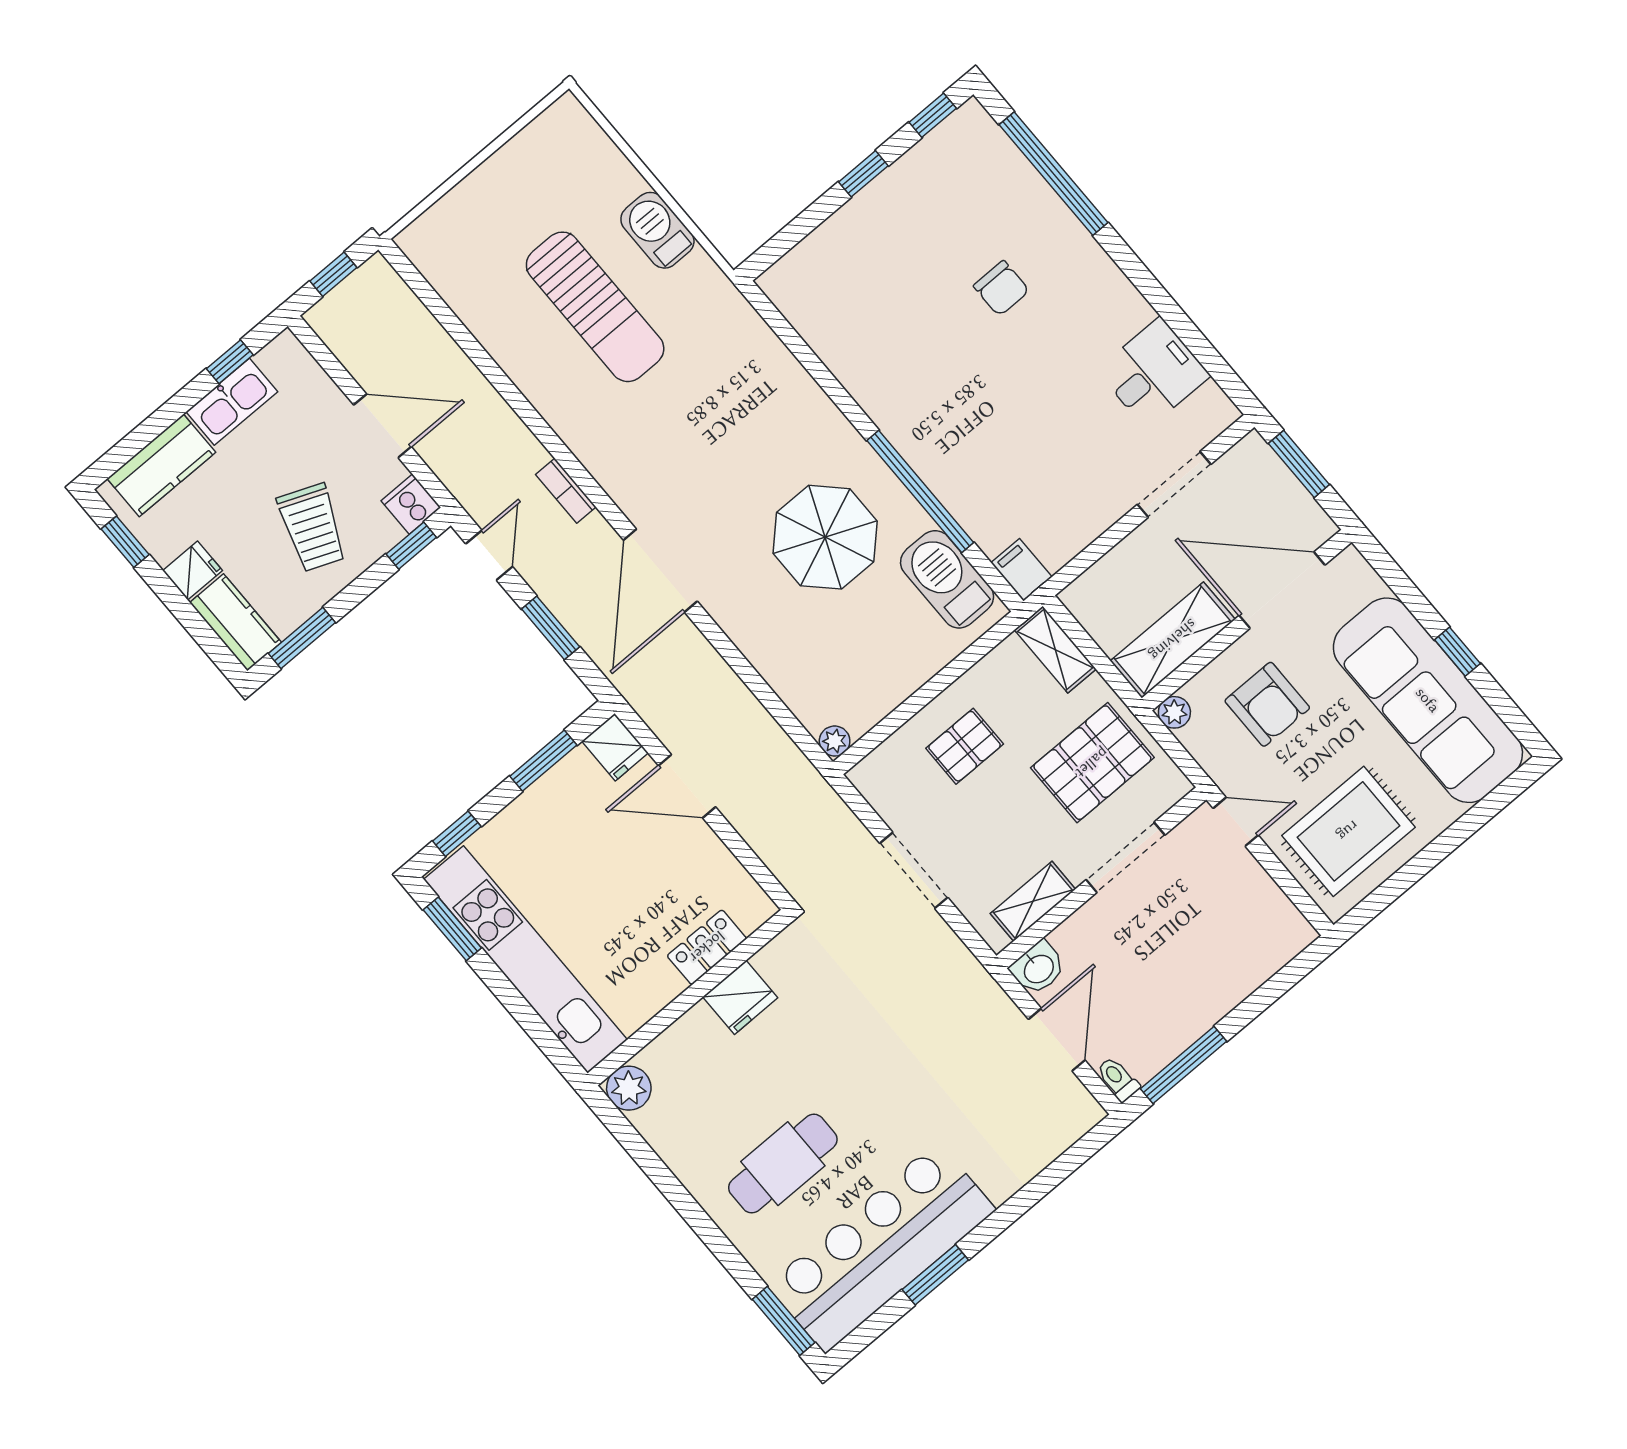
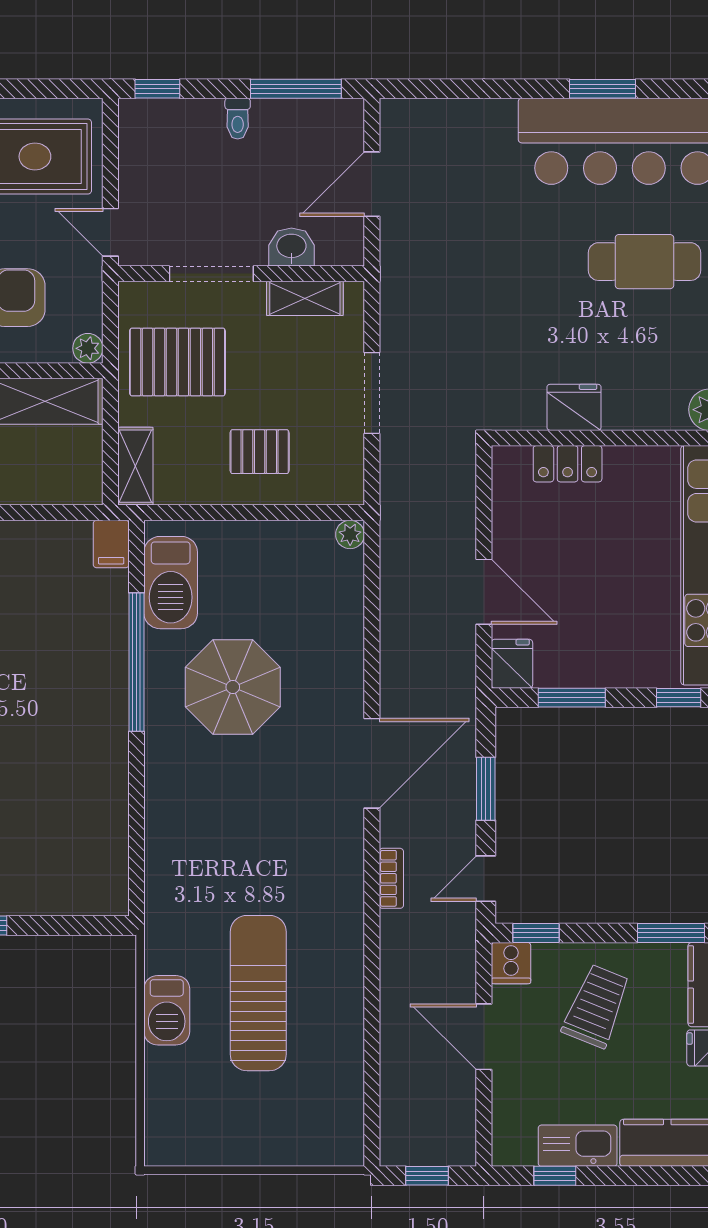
washbasin: (1038, 968) -> (291, 247), moved
window: (1296, 970) -> (157, 89), added
toilet: (1118, 1079) -> (238, 119), moved

